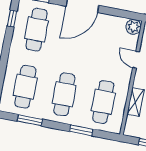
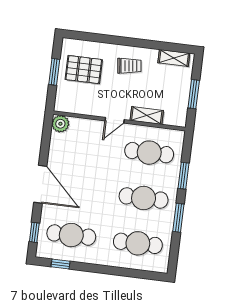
door: (136, 60) -> (115, 120), moved
window: (30, 120) -> (178, 218), moved

